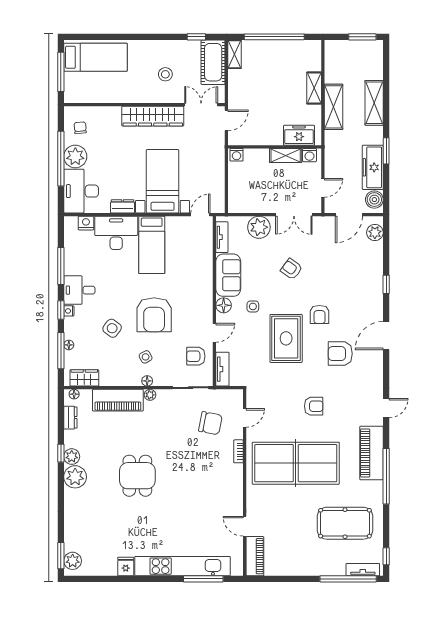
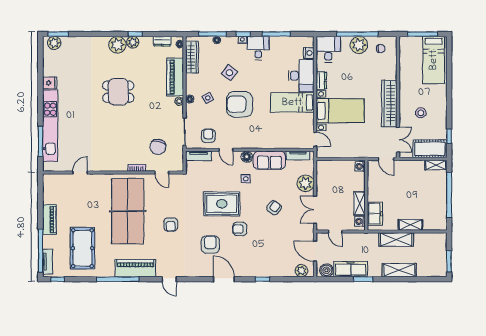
desk: (81, 191) -> (328, 49), width x0.73
wardrobe: (84, 378) -> (192, 57), width x1.50
piano: (255, 556) -> (49, 219), moved, turned -90

